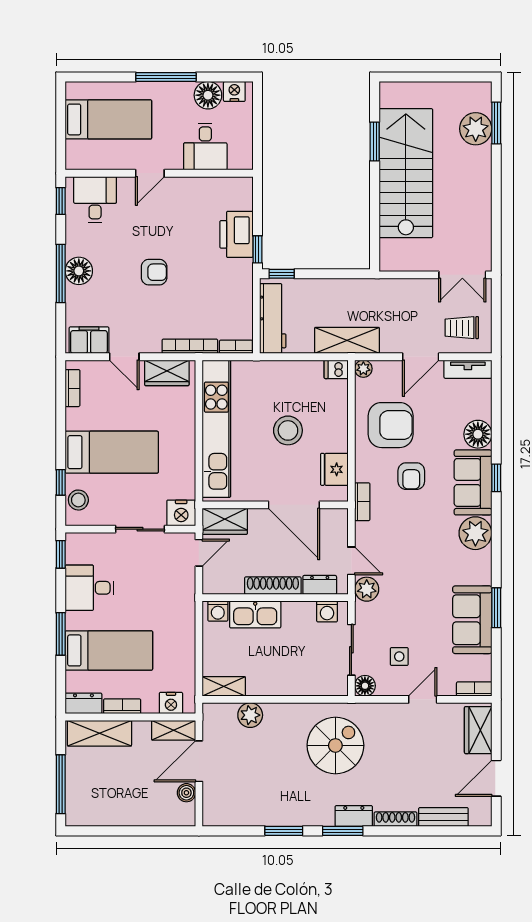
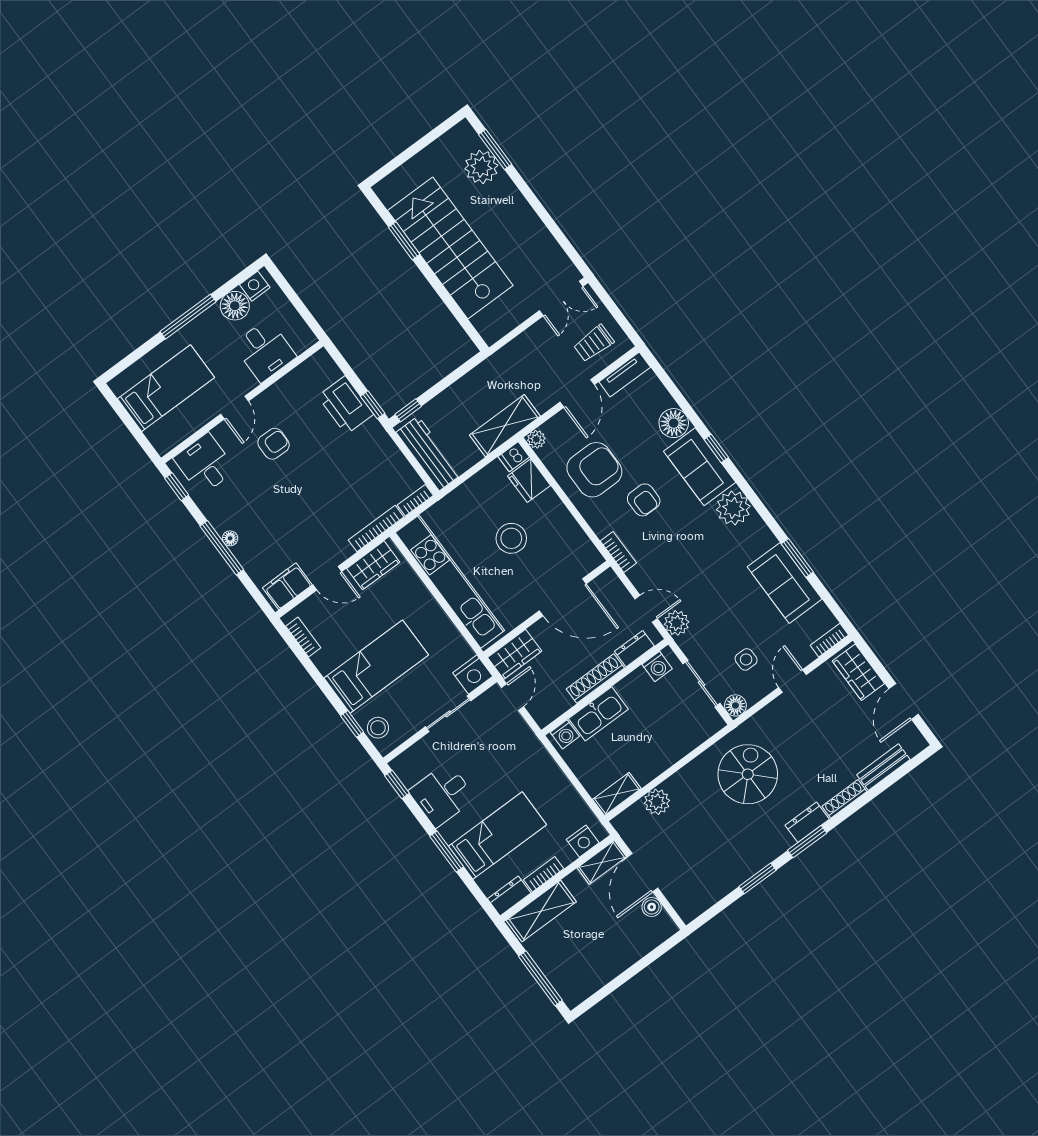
floor lamp: (79, 271) -> (230, 538), width x0.53, depth x0.53
armchair: (154, 272) -> (274, 444), moved
fridge: (334, 469) -> (529, 481), moved

